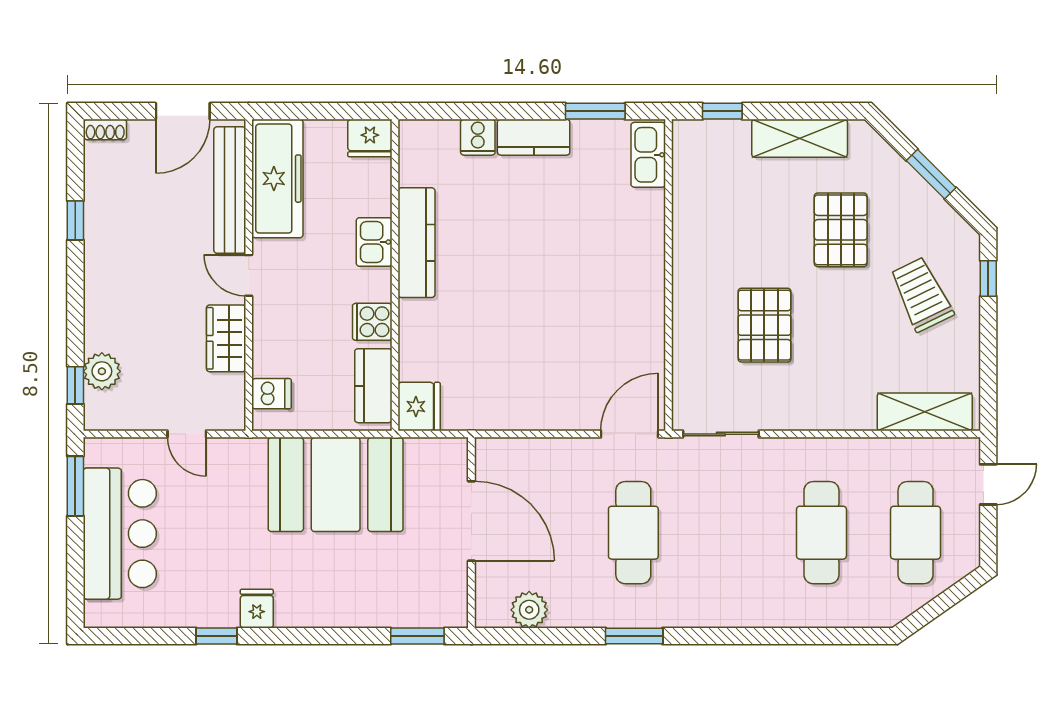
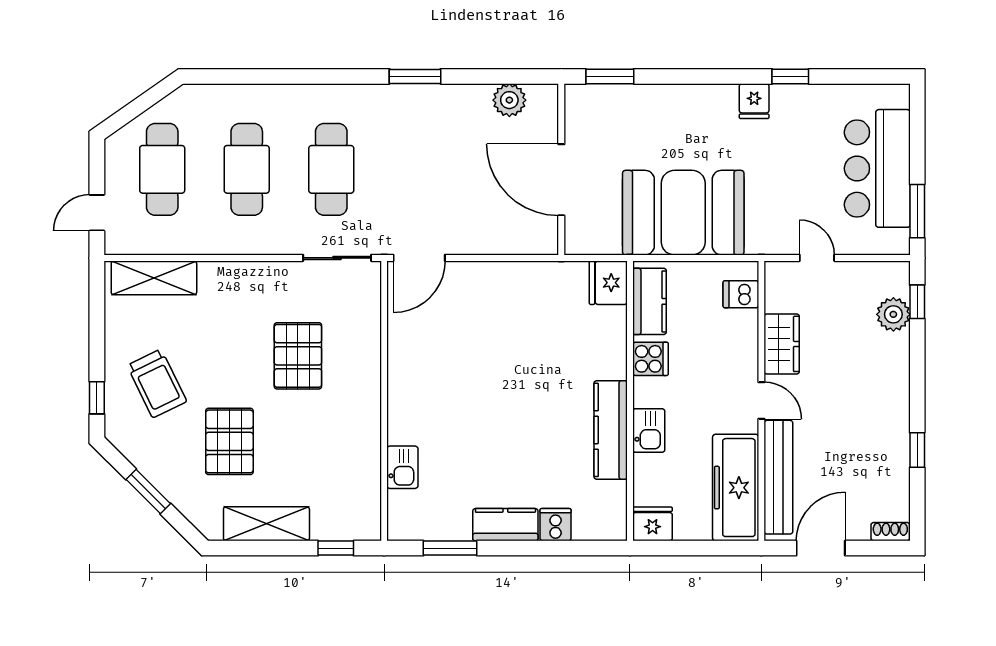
kitchen sink: (648, 155) -> (402, 467), moved, width x0.73
cafe table: (633, 533) -> (331, 169), moved

